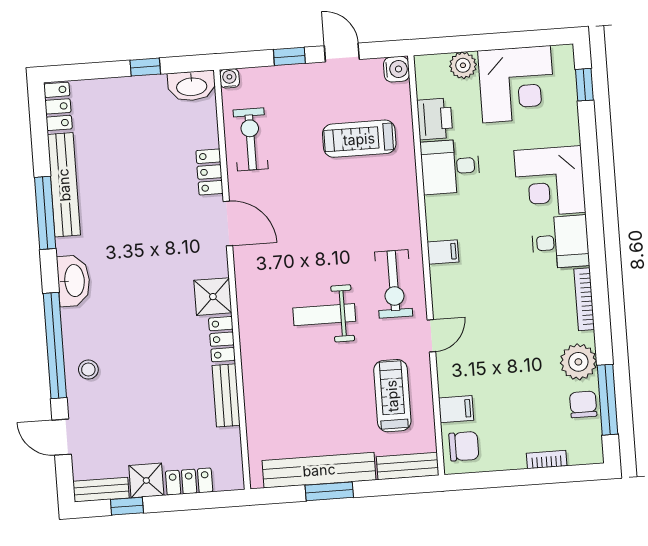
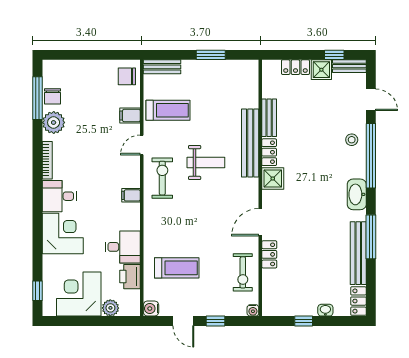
washbasin: (192, 86) -> (325, 310), moved, width x0.52, depth x0.69
door: (228, 223) -> (260, 222), hinge flipped
treadmill: (392, 396) -> (168, 110), turned -90
filing cabinet: (456, 409) -> (130, 116), moved
bookcase: (547, 460) -> (77, 65), removed
bench: (319, 470) -> (250, 143), moved, turned 90

